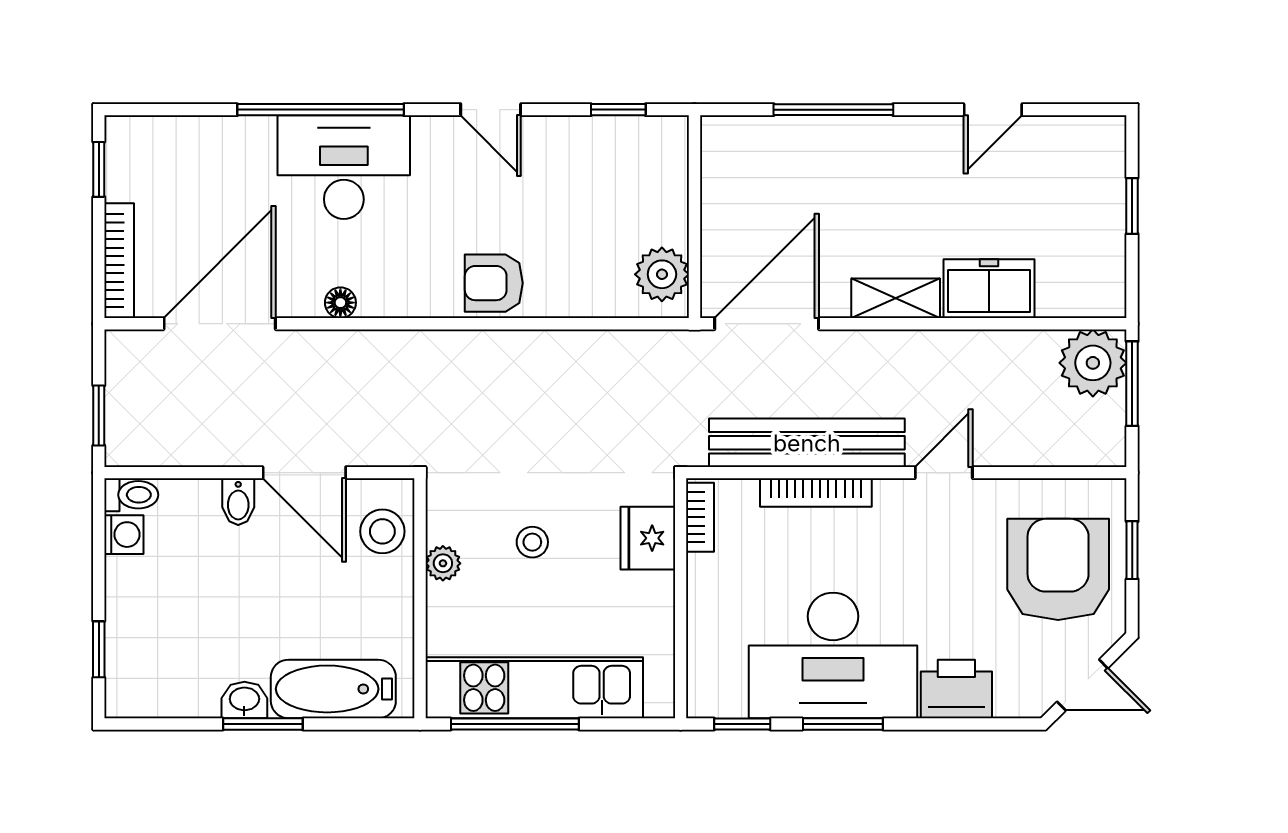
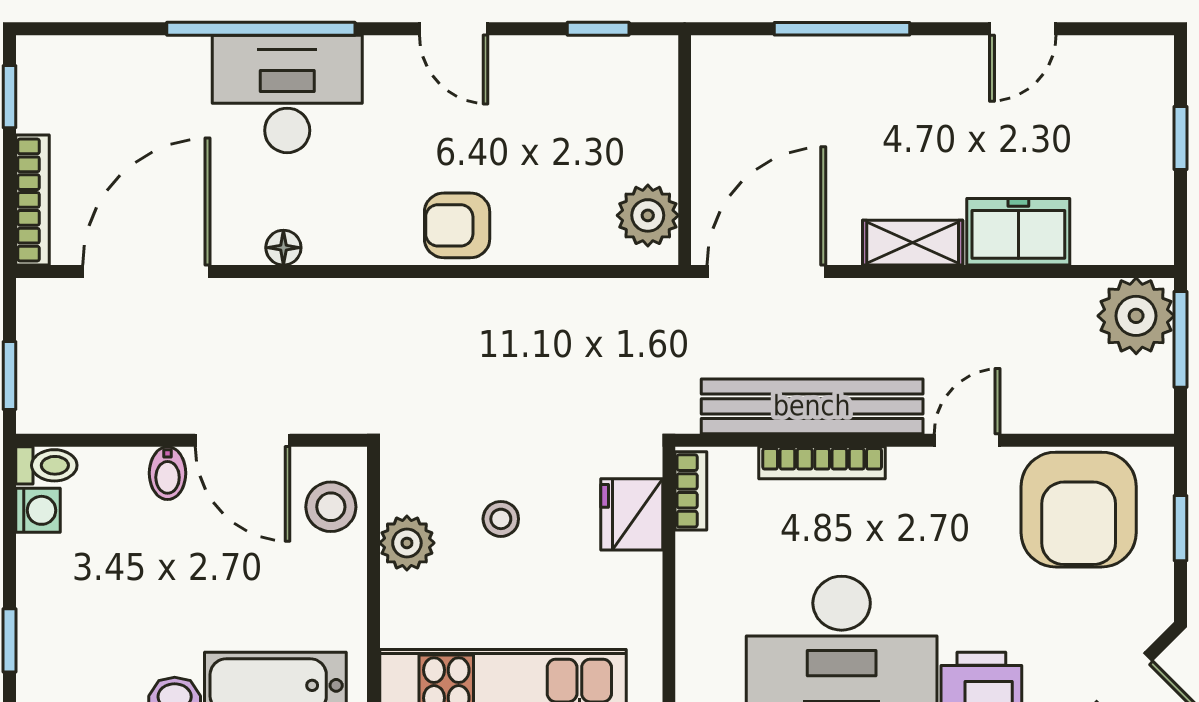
plant: (443, 563) -> (407, 543), width x1.38, depth x1.38
armchair: (1058, 569) -> (1079, 510), moved, turned 180

